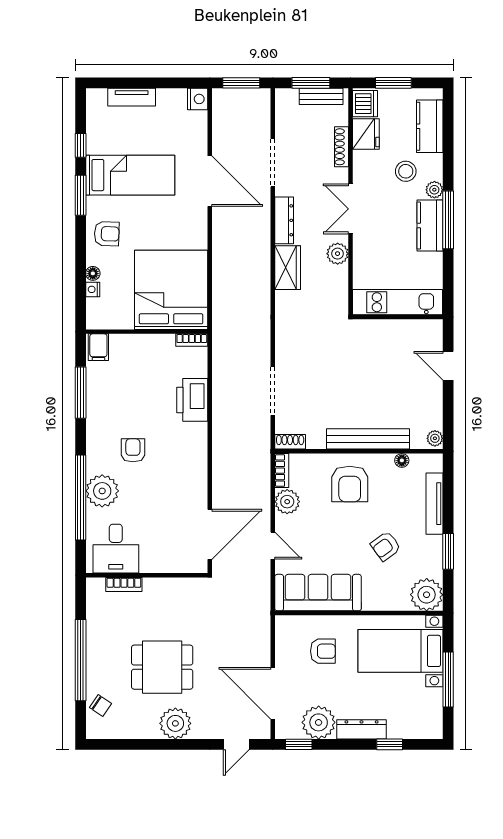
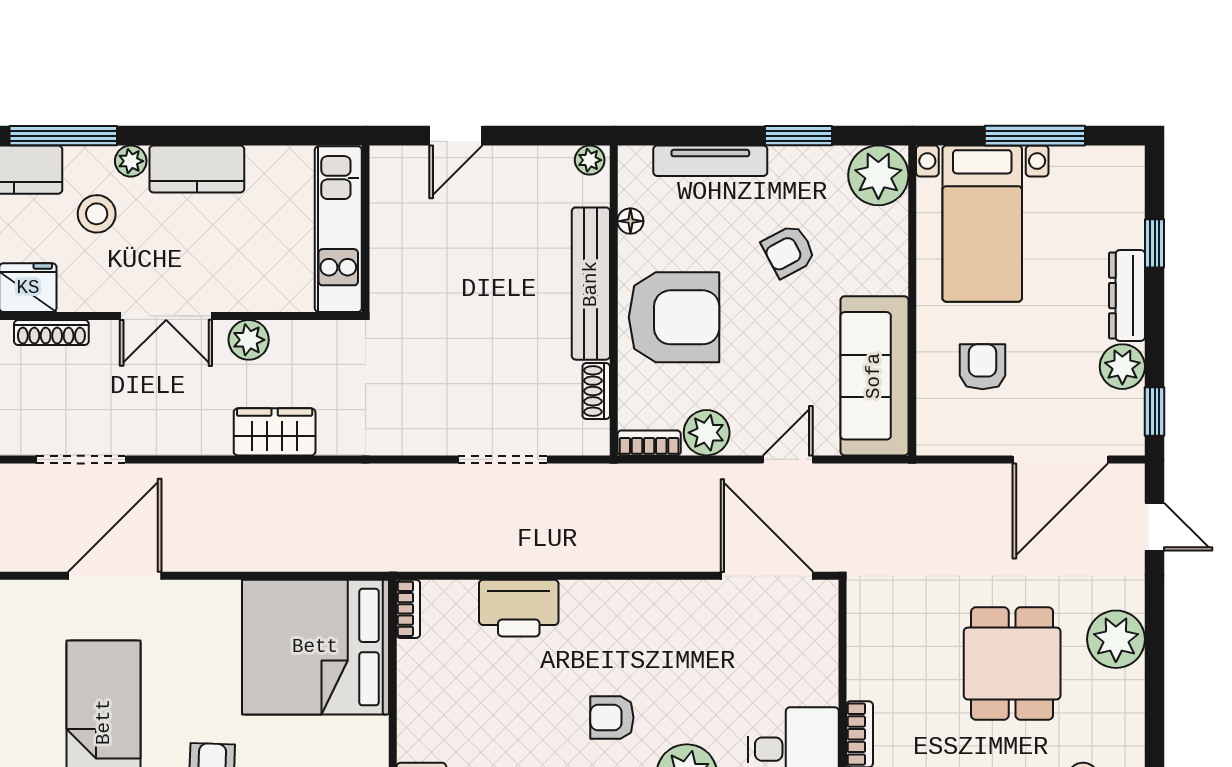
dresser: (284, 220) -> (187, 439), removed
window: (448, 220) -> (63, 136), moved
shoe rack: (290, 442) -> (596, 391), moved
armchair: (350, 484) -> (674, 317), width x1.36, depth x1.36
armchair: (386, 546) -> (789, 251), turned 98
plant: (319, 722) -> (1122, 367), width x0.73, depth x0.73

